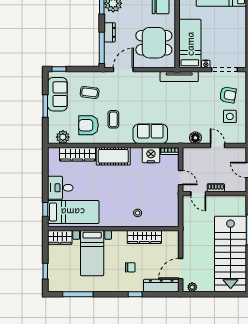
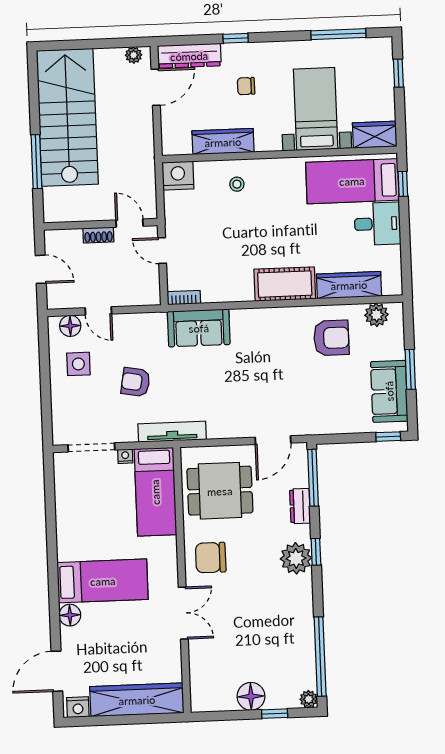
coffee table: (90, 92) -> (332, 397), removed
armchair: (228, 95) -> (136, 382), moved
coffee table: (113, 119) -> (287, 350), removed
sofa: (150, 134) -> (199, 328), moved
floor lamp: (195, 138) -> (70, 326), moved
nightstand: (151, 155) -> (178, 176), moved, turned 180

